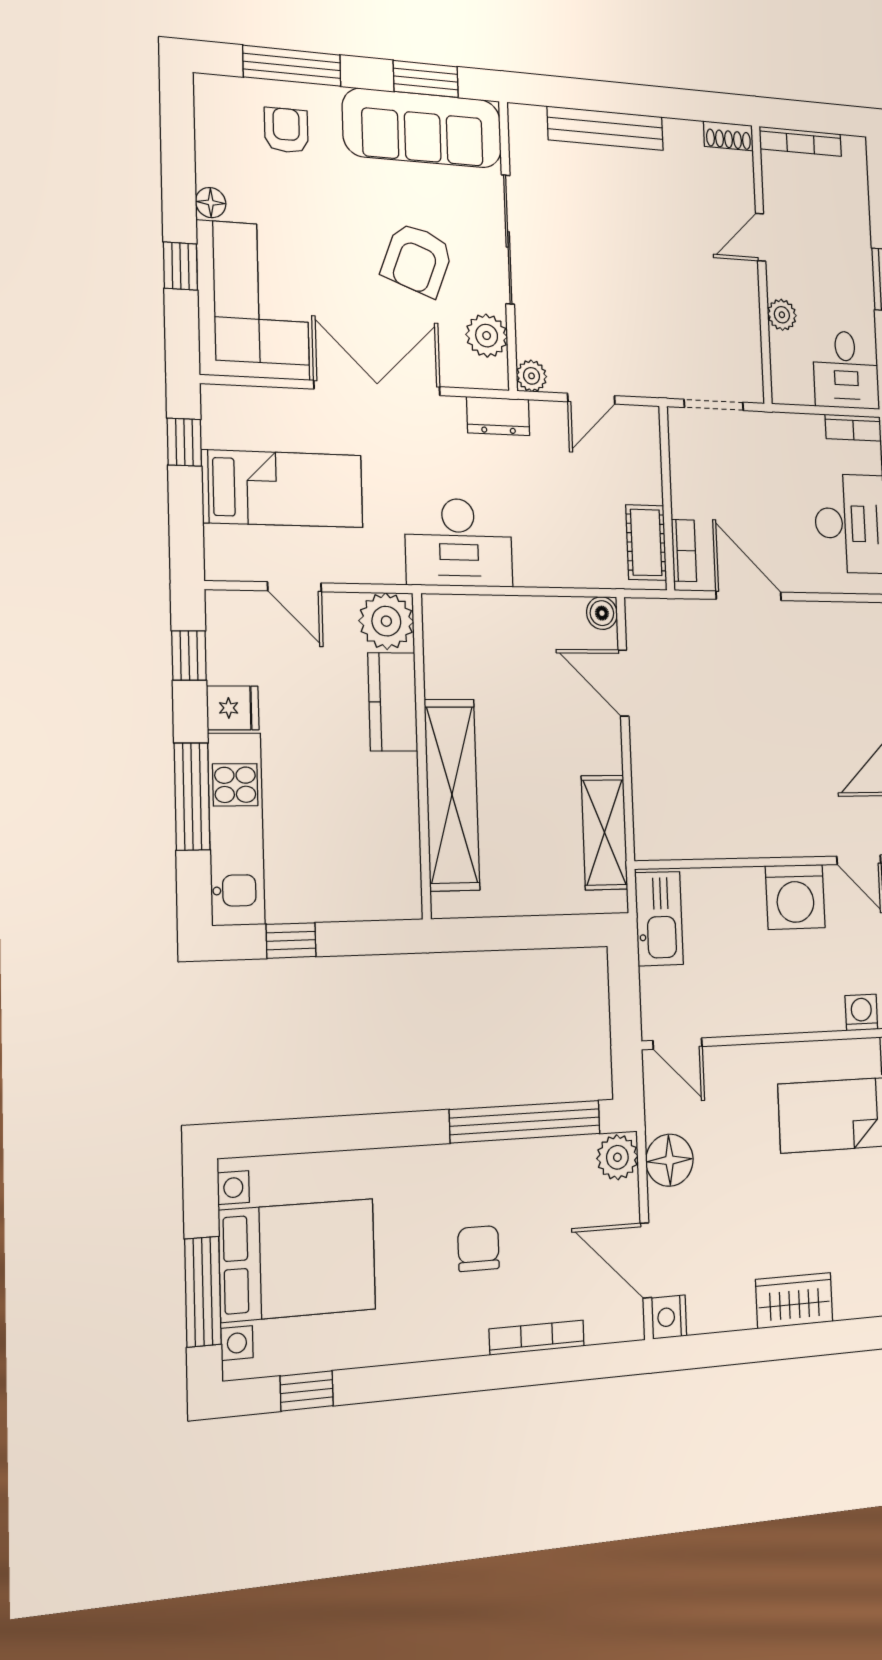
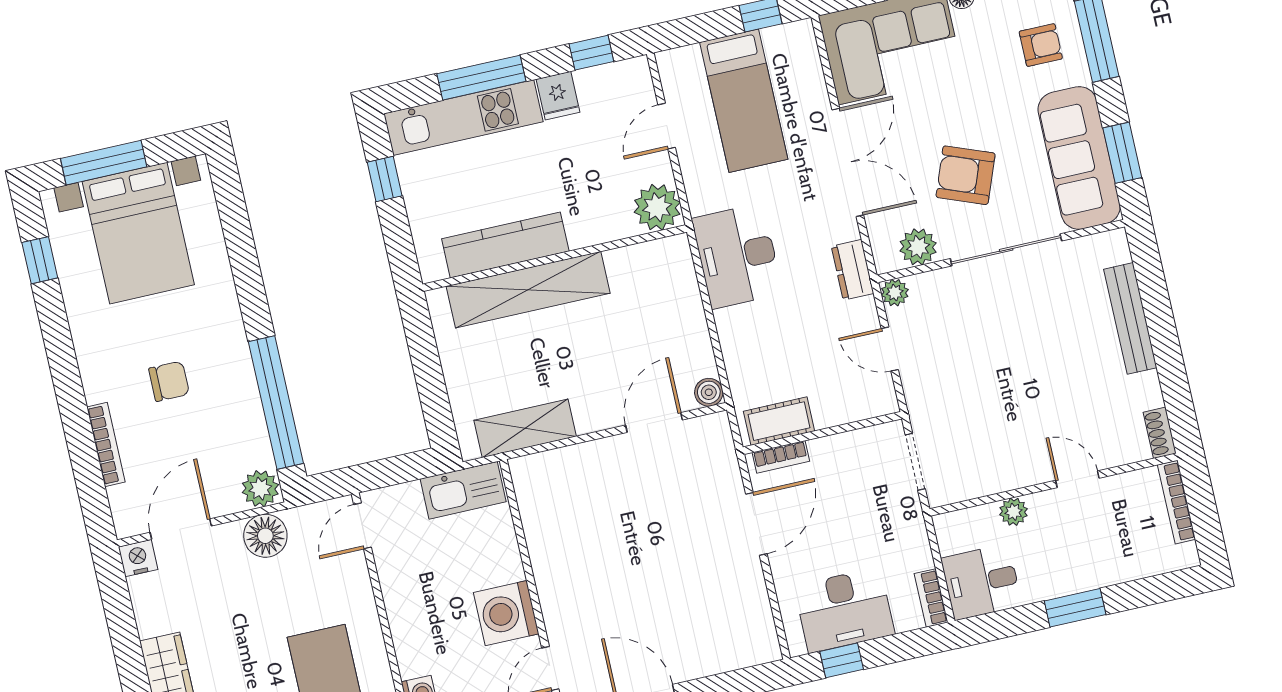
kitchen counter: (393, 702) -> (505, 245), moved, width x1.50

